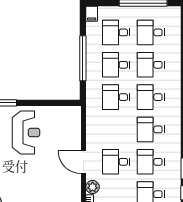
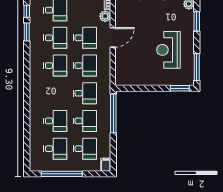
window: (83, 58) -> (113, 113), moved
desk: (151, 97) -> (85, 66), moved
reception desk: (26, 132) -> (169, 50), moved
door: (83, 162) -> (113, 37), hinge flipped

